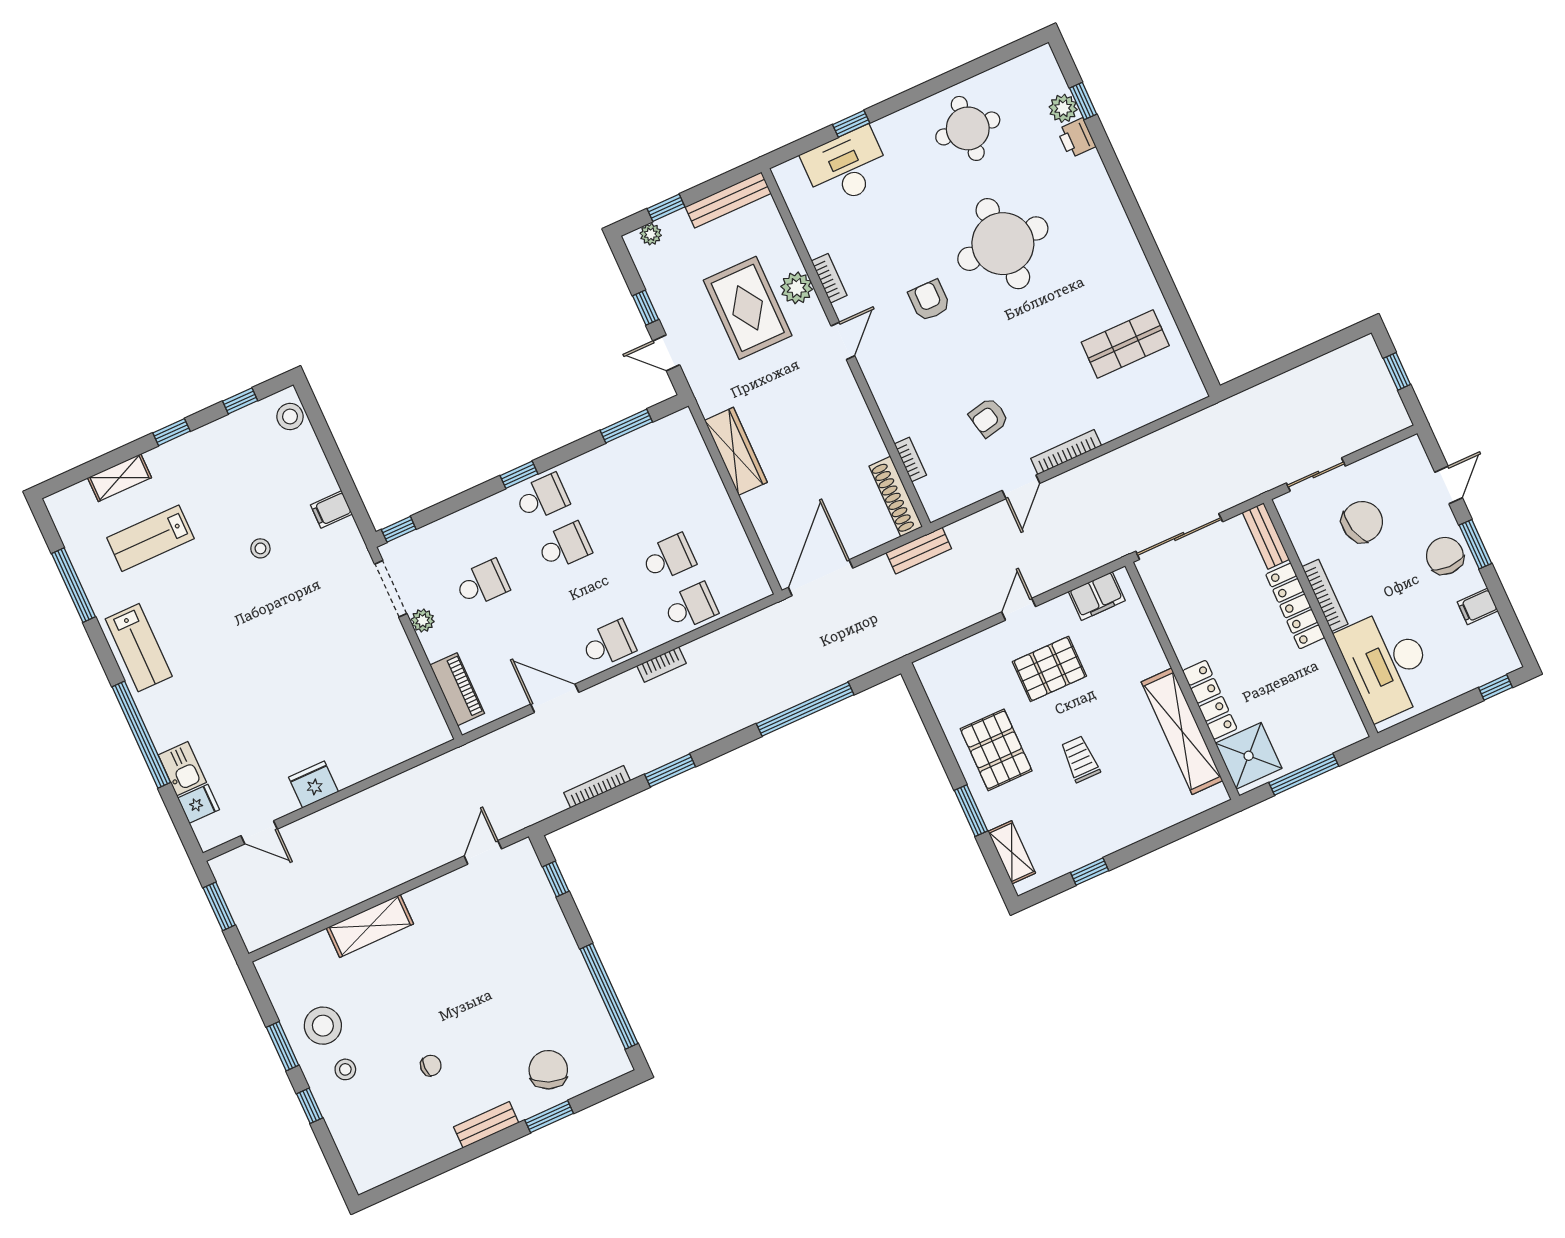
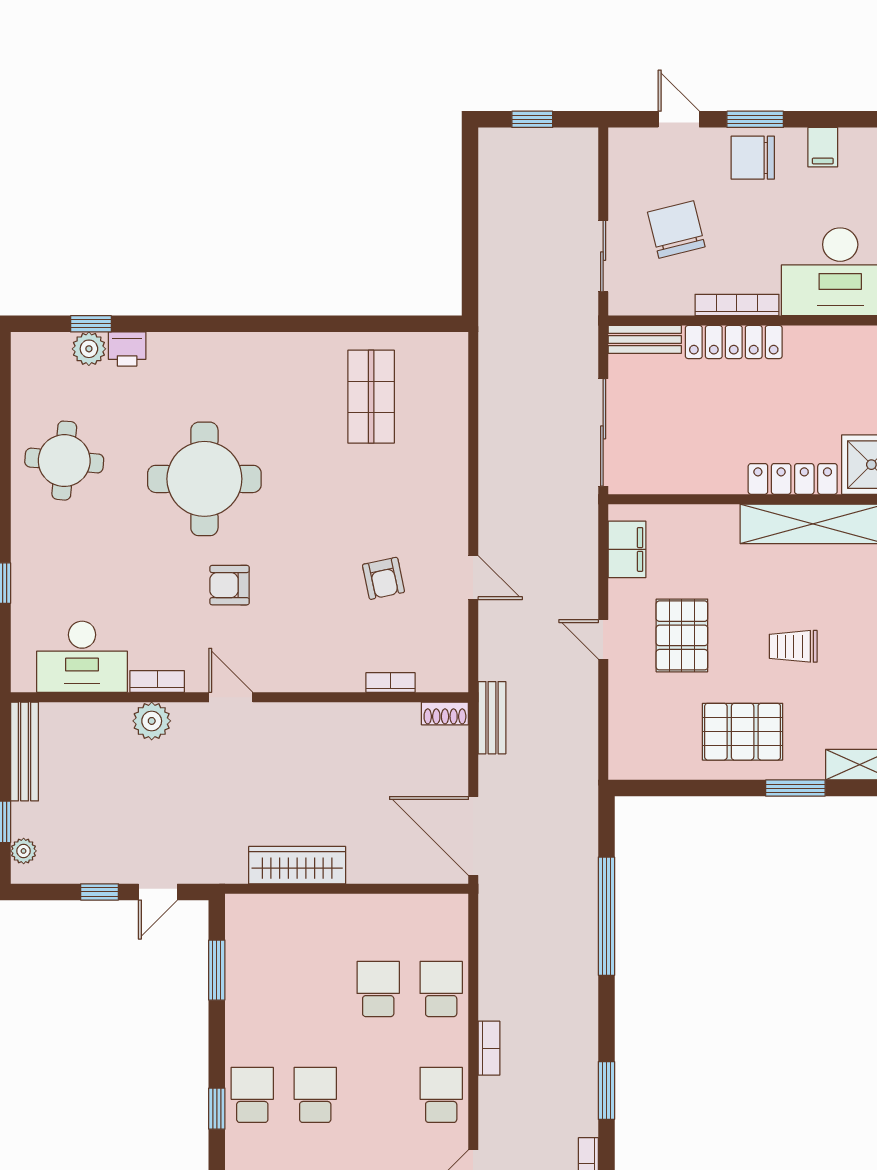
desk: (846, 167) -> (82, 657), moved, turned -90
rug: (748, 308) -> (149, 783), removed
bookcase: (1066, 452) -> (458, 512), removed
shoe rack: (896, 496) -> (445, 713), width x0.51, depth x0.81

